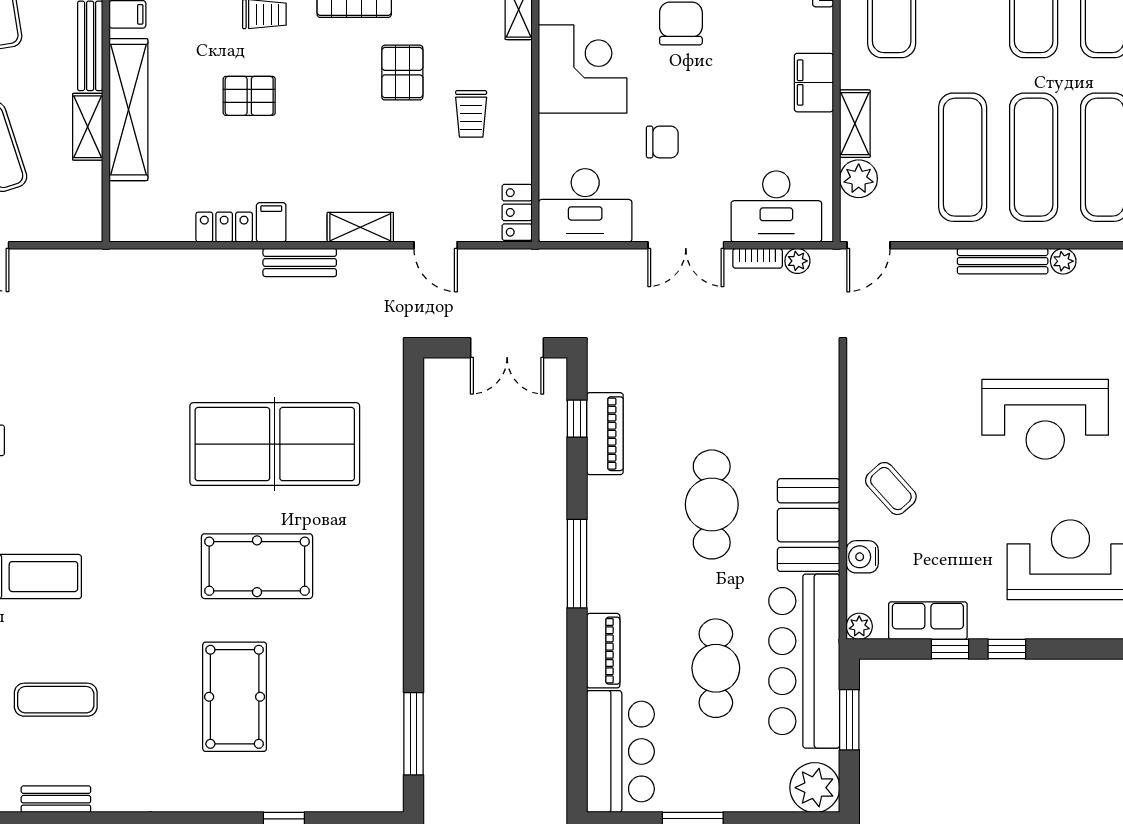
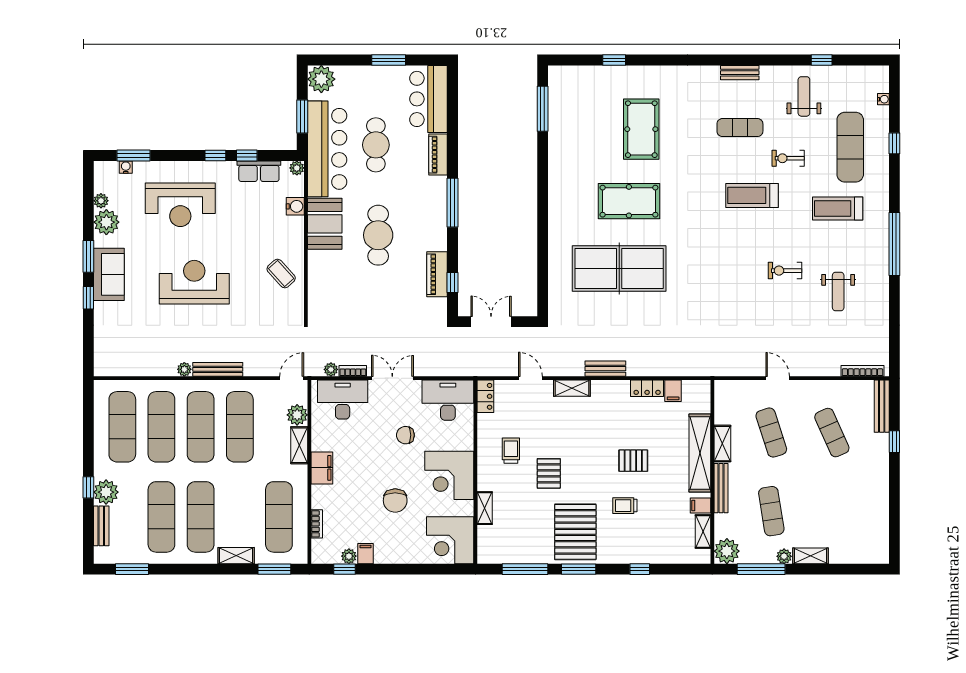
filing cabinet: (271, 222) -> (673, 391), moved
coffee table: (891, 489) -> (281, 274), moved

